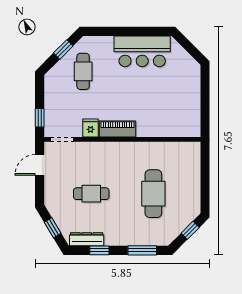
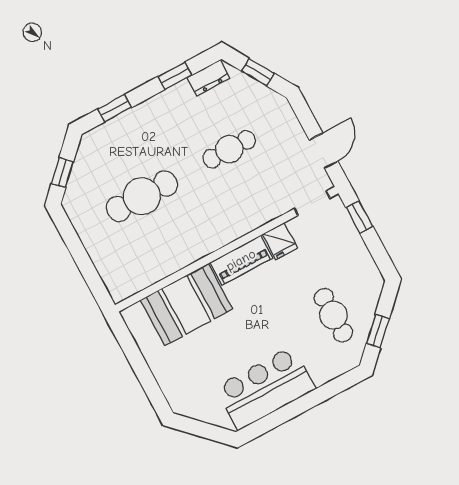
booth: (161, 121) -> (186, 305), added
cafe table: (153, 194) -> (142, 196), turned 90
dresser: (87, 239) -> (209, 78), width x0.70
window: (142, 250) -> (115, 108), width x0.67

